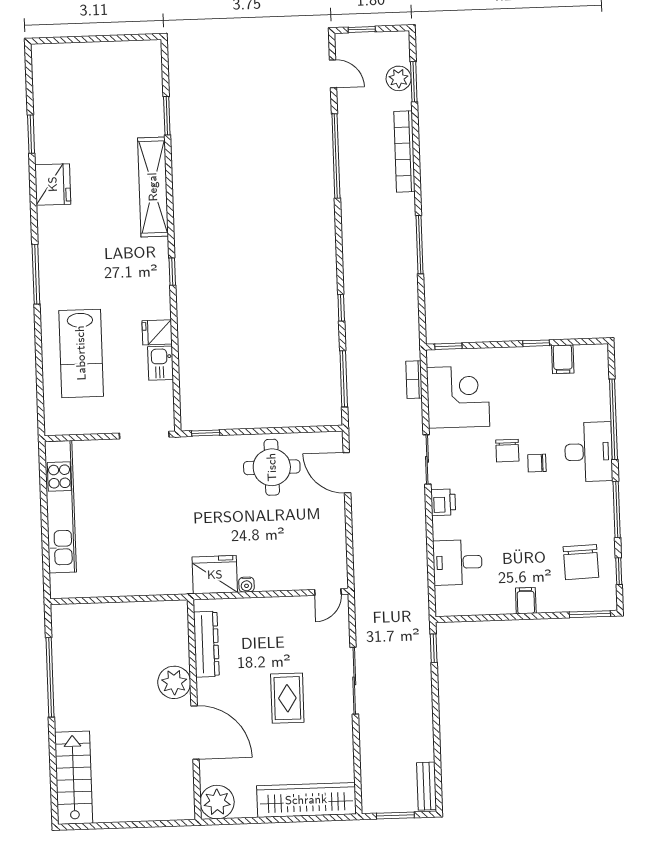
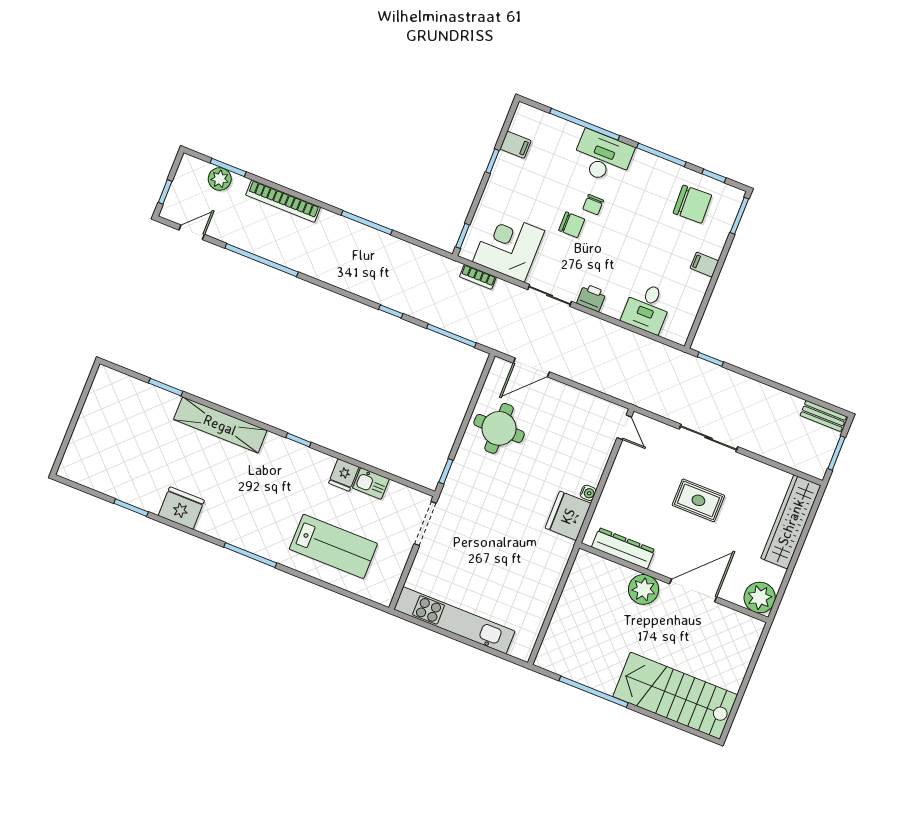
stairs: (74, 778) -> (675, 696), width x1.36, depth x1.51

